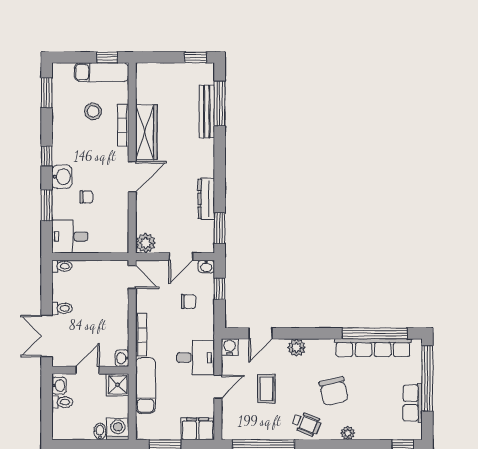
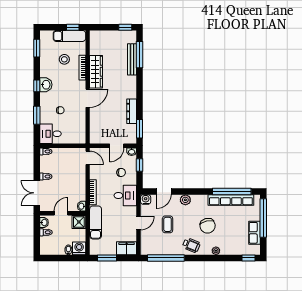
washbasin: (62, 177) -> (46, 85), moved
plant: (146, 243) -> (96, 138), removed
desk: (195, 358) -> (125, 195), moved

